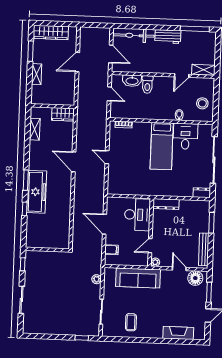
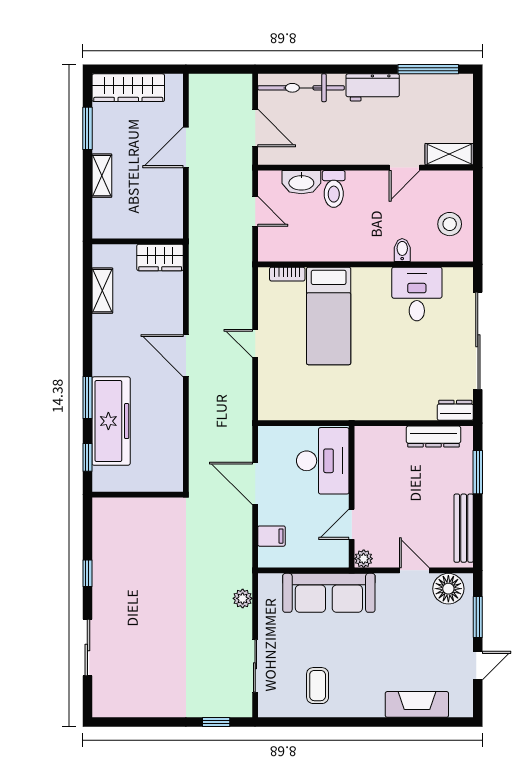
bed: (162, 146) -> (329, 316), moved
dresser: (166, 204) -> (433, 437), moved
wall: (47, 250) -> (138, 495), moved

